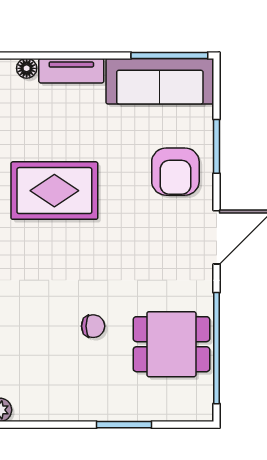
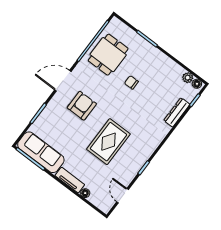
armchair: (175, 172) -> (82, 106), moved
rug: (54, 191) -> (108, 142), turned 90
dining table: (171, 344) -> (108, 55), turned 90

